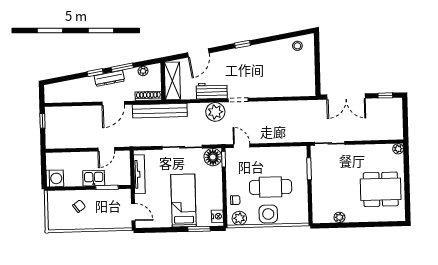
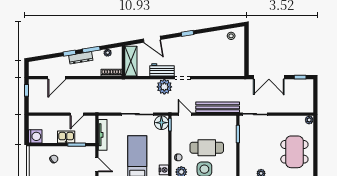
door: (198, 53) -> (152, 39), hinge flipped
door: (113, 103) -> (57, 78), moved
bench: (160, 111) -> (218, 107), moved
dining table: (381, 189) -> (294, 152), turned 90

